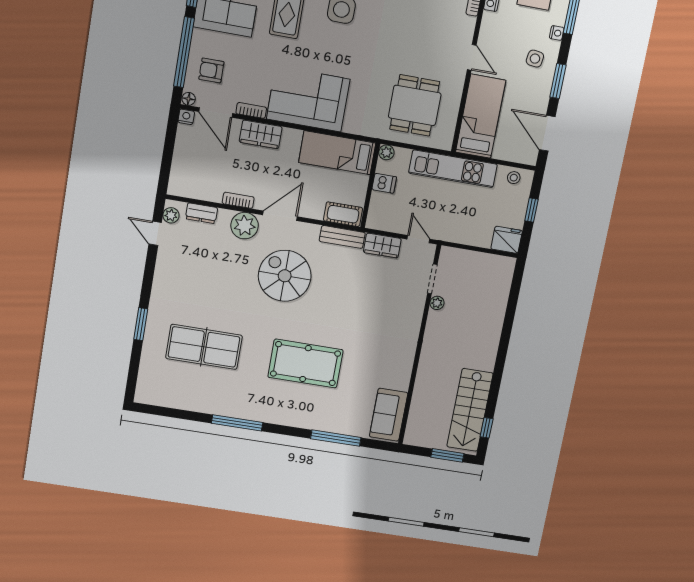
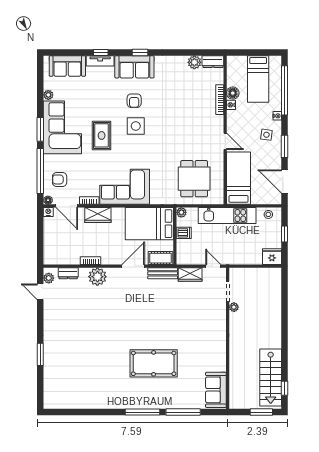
bed: (337, 153) -> (149, 224), width x1.50
door: (280, 216) -> (133, 266), moved
spiral stairs: (285, 276) -> (129, 306), removed
table tennis table: (204, 347) -> (84, 363), removed
window: (237, 423) -> (143, 412), moved

